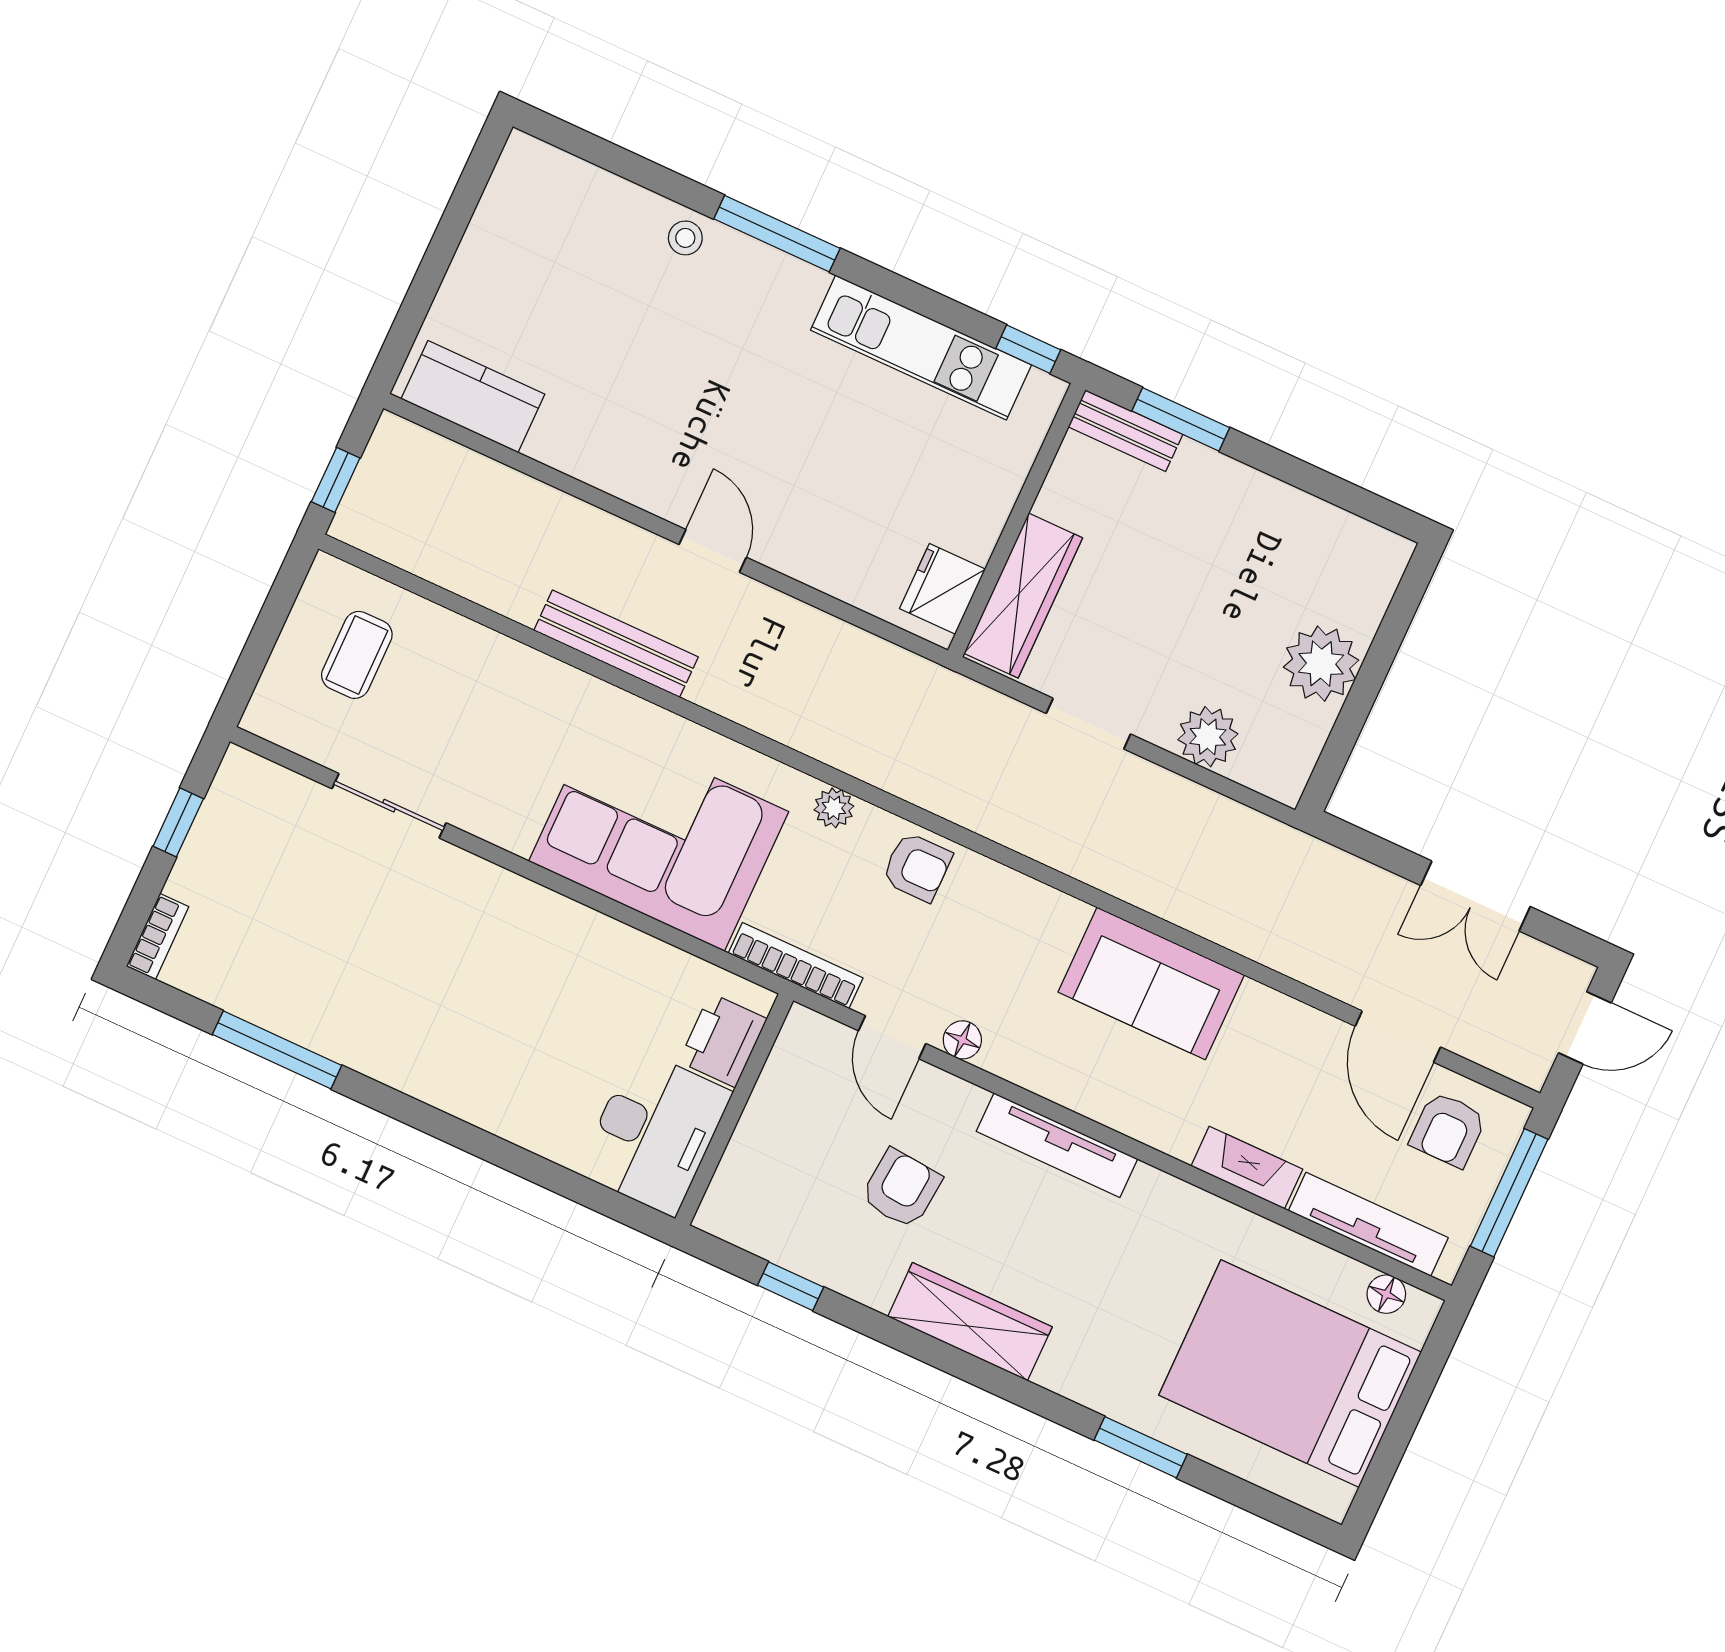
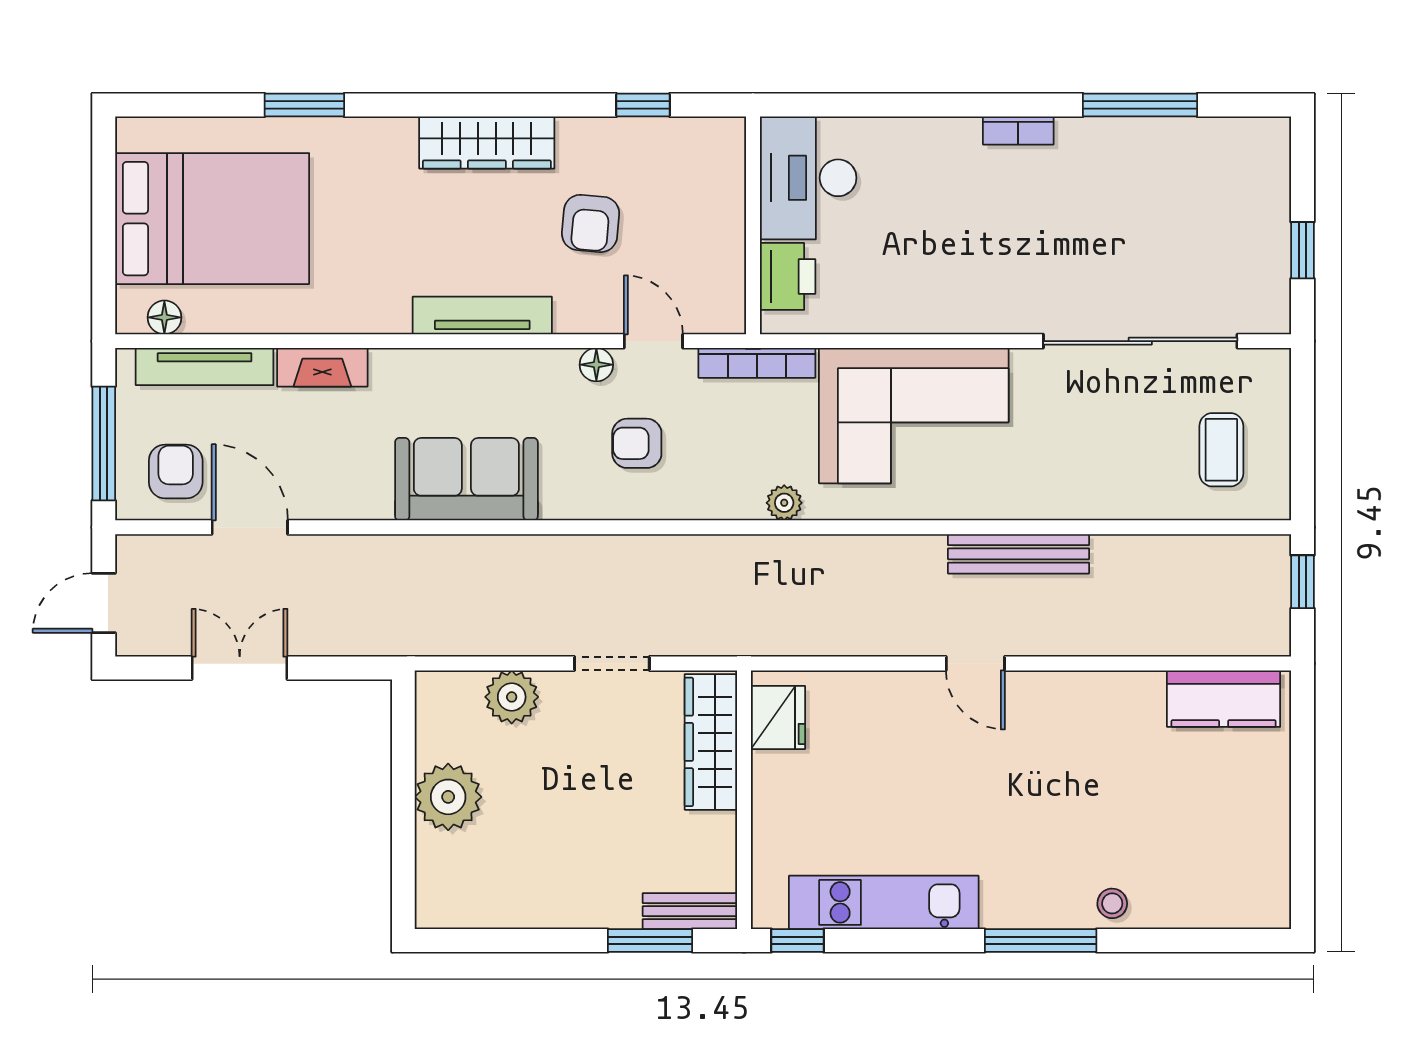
sliding door: (389, 806) -> (1140, 341), width x1.86
armchair: (917, 867) -> (637, 443), moved
bookcase: (158, 937) -> (1018, 130), moved, turned -90

